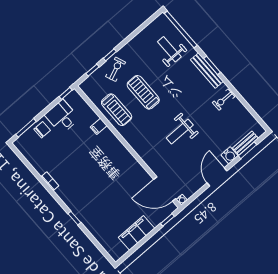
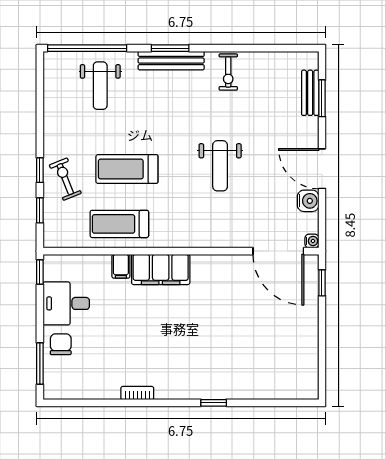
weight bench: (169, 49) -> (100, 86), turned -90
treadmill: (117, 110) -> (119, 224), turned 180
water cooler: (229, 155) -> (308, 201), moved
door: (165, 189) -> (278, 251), hinge flipped
filing cabinet: (136, 233) -> (161, 269), moved, turned -90

